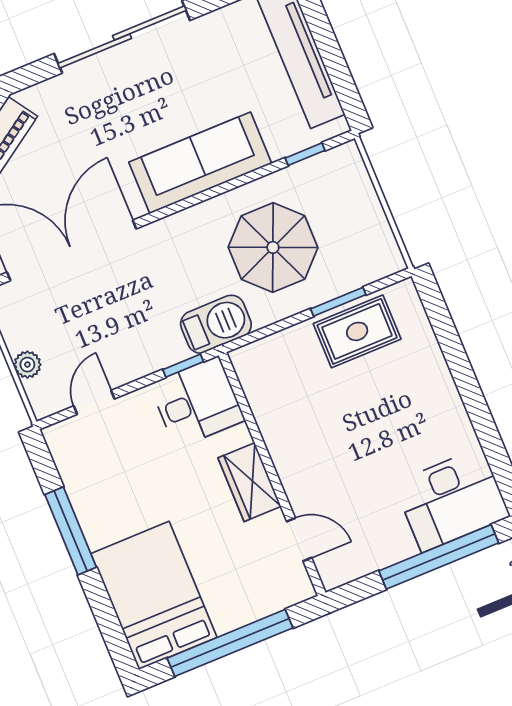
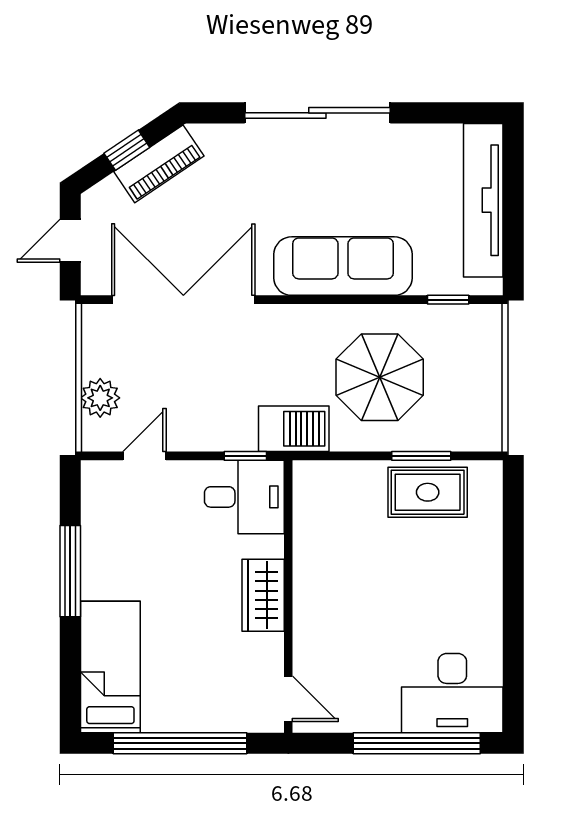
plant: (27, 365) -> (100, 398), width x1.38, depth x1.38
door: (299, 540) -> (288, 699), moved
bed: (154, 595) -> (110, 667), width x0.67

